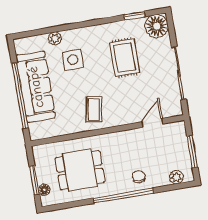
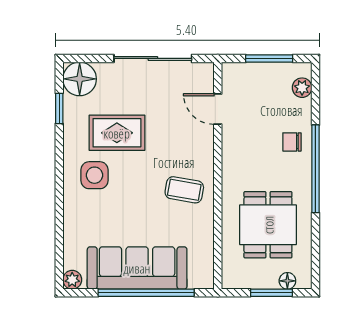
plant: (55, 38) -> (72, 280), moved
side table: (73, 60) -> (95, 175), moved

